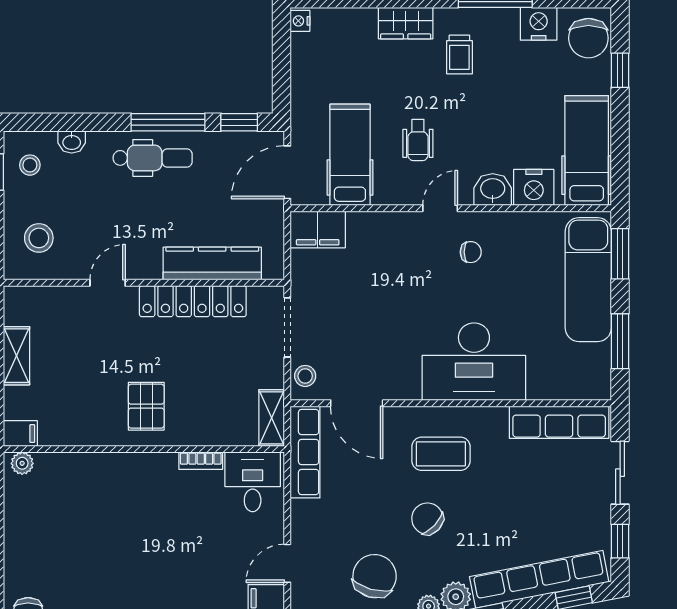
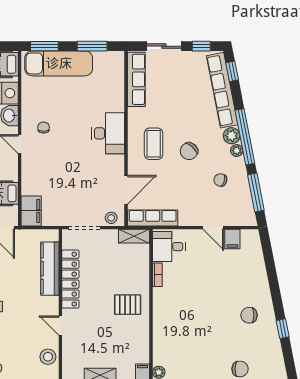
stool: (39, 238) -> (48, 357), moved
desk: (474, 362) -> (108, 133), width x0.73, depth x0.77
chair: (375, 576) -> (220, 180), width x0.54, depth x0.54

